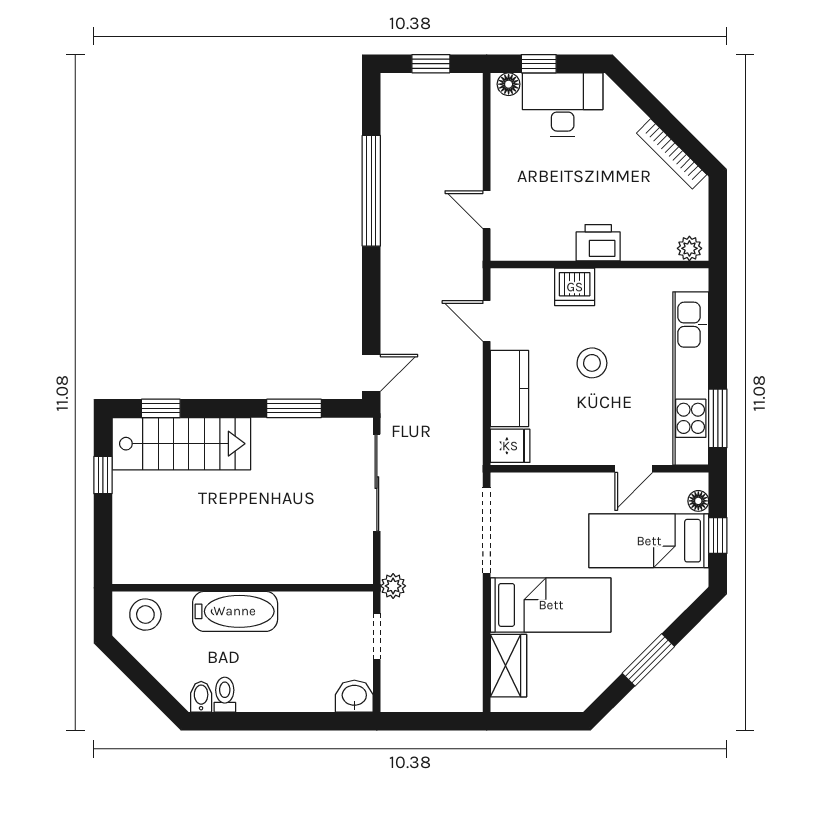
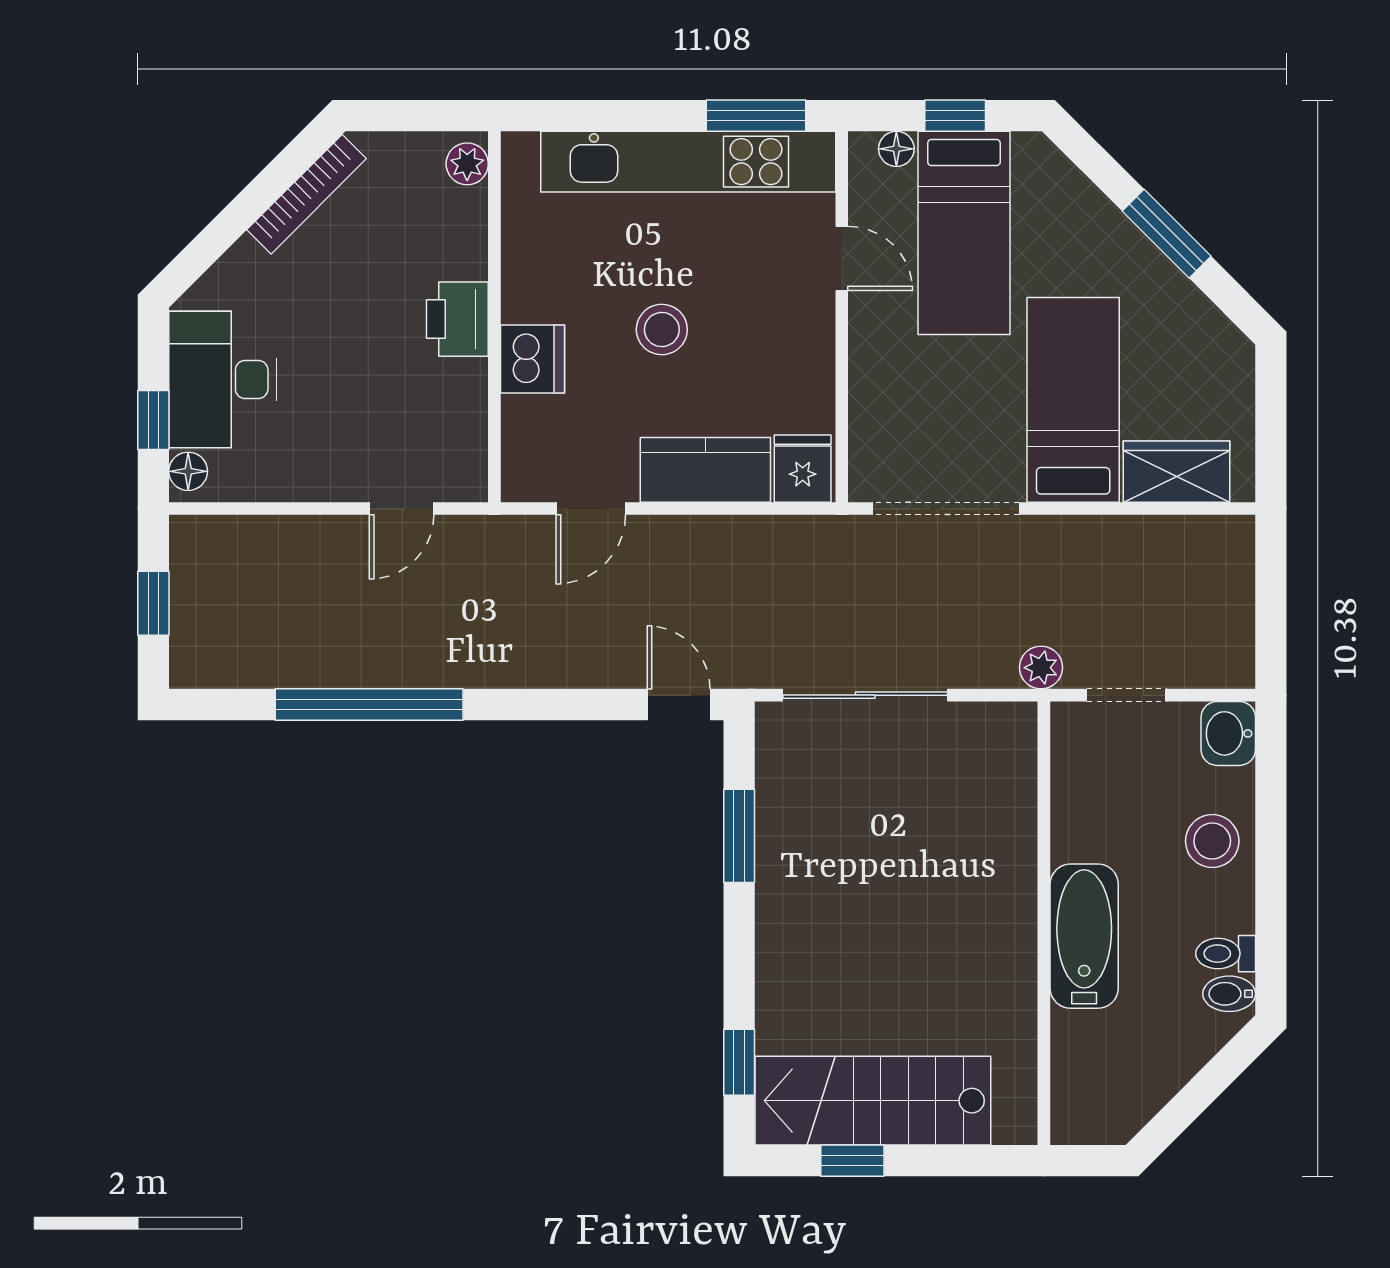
stairs: (181, 444) -> (873, 1101), moved, turned -90
stool: (145, 615) -> (1212, 841), moved

